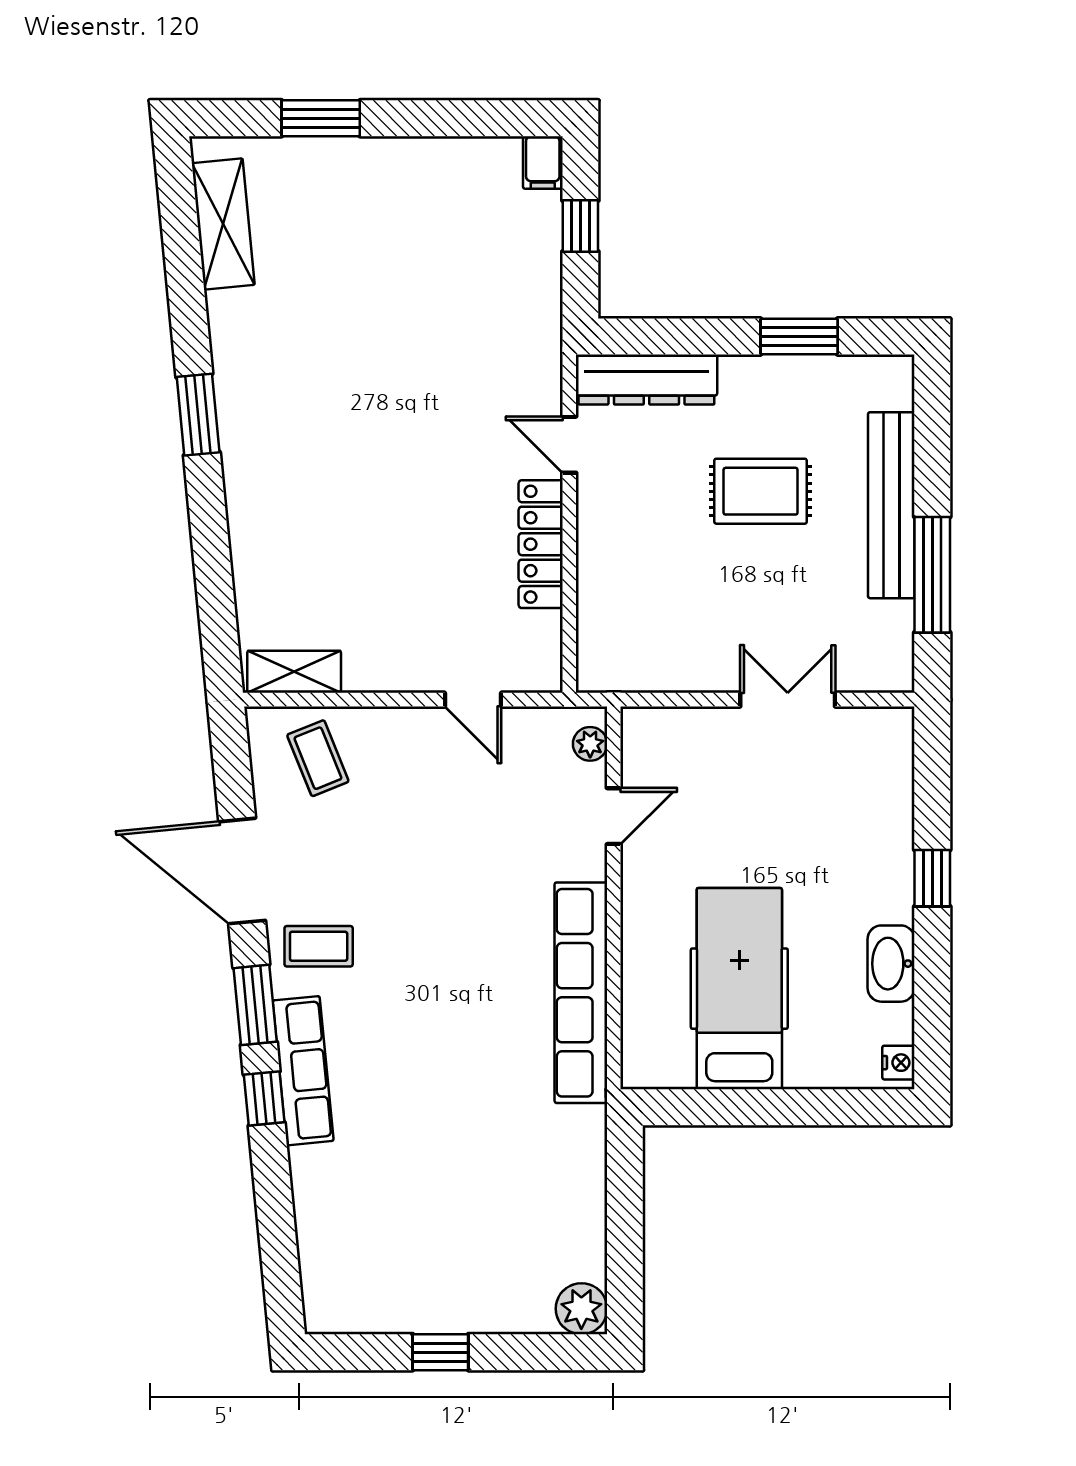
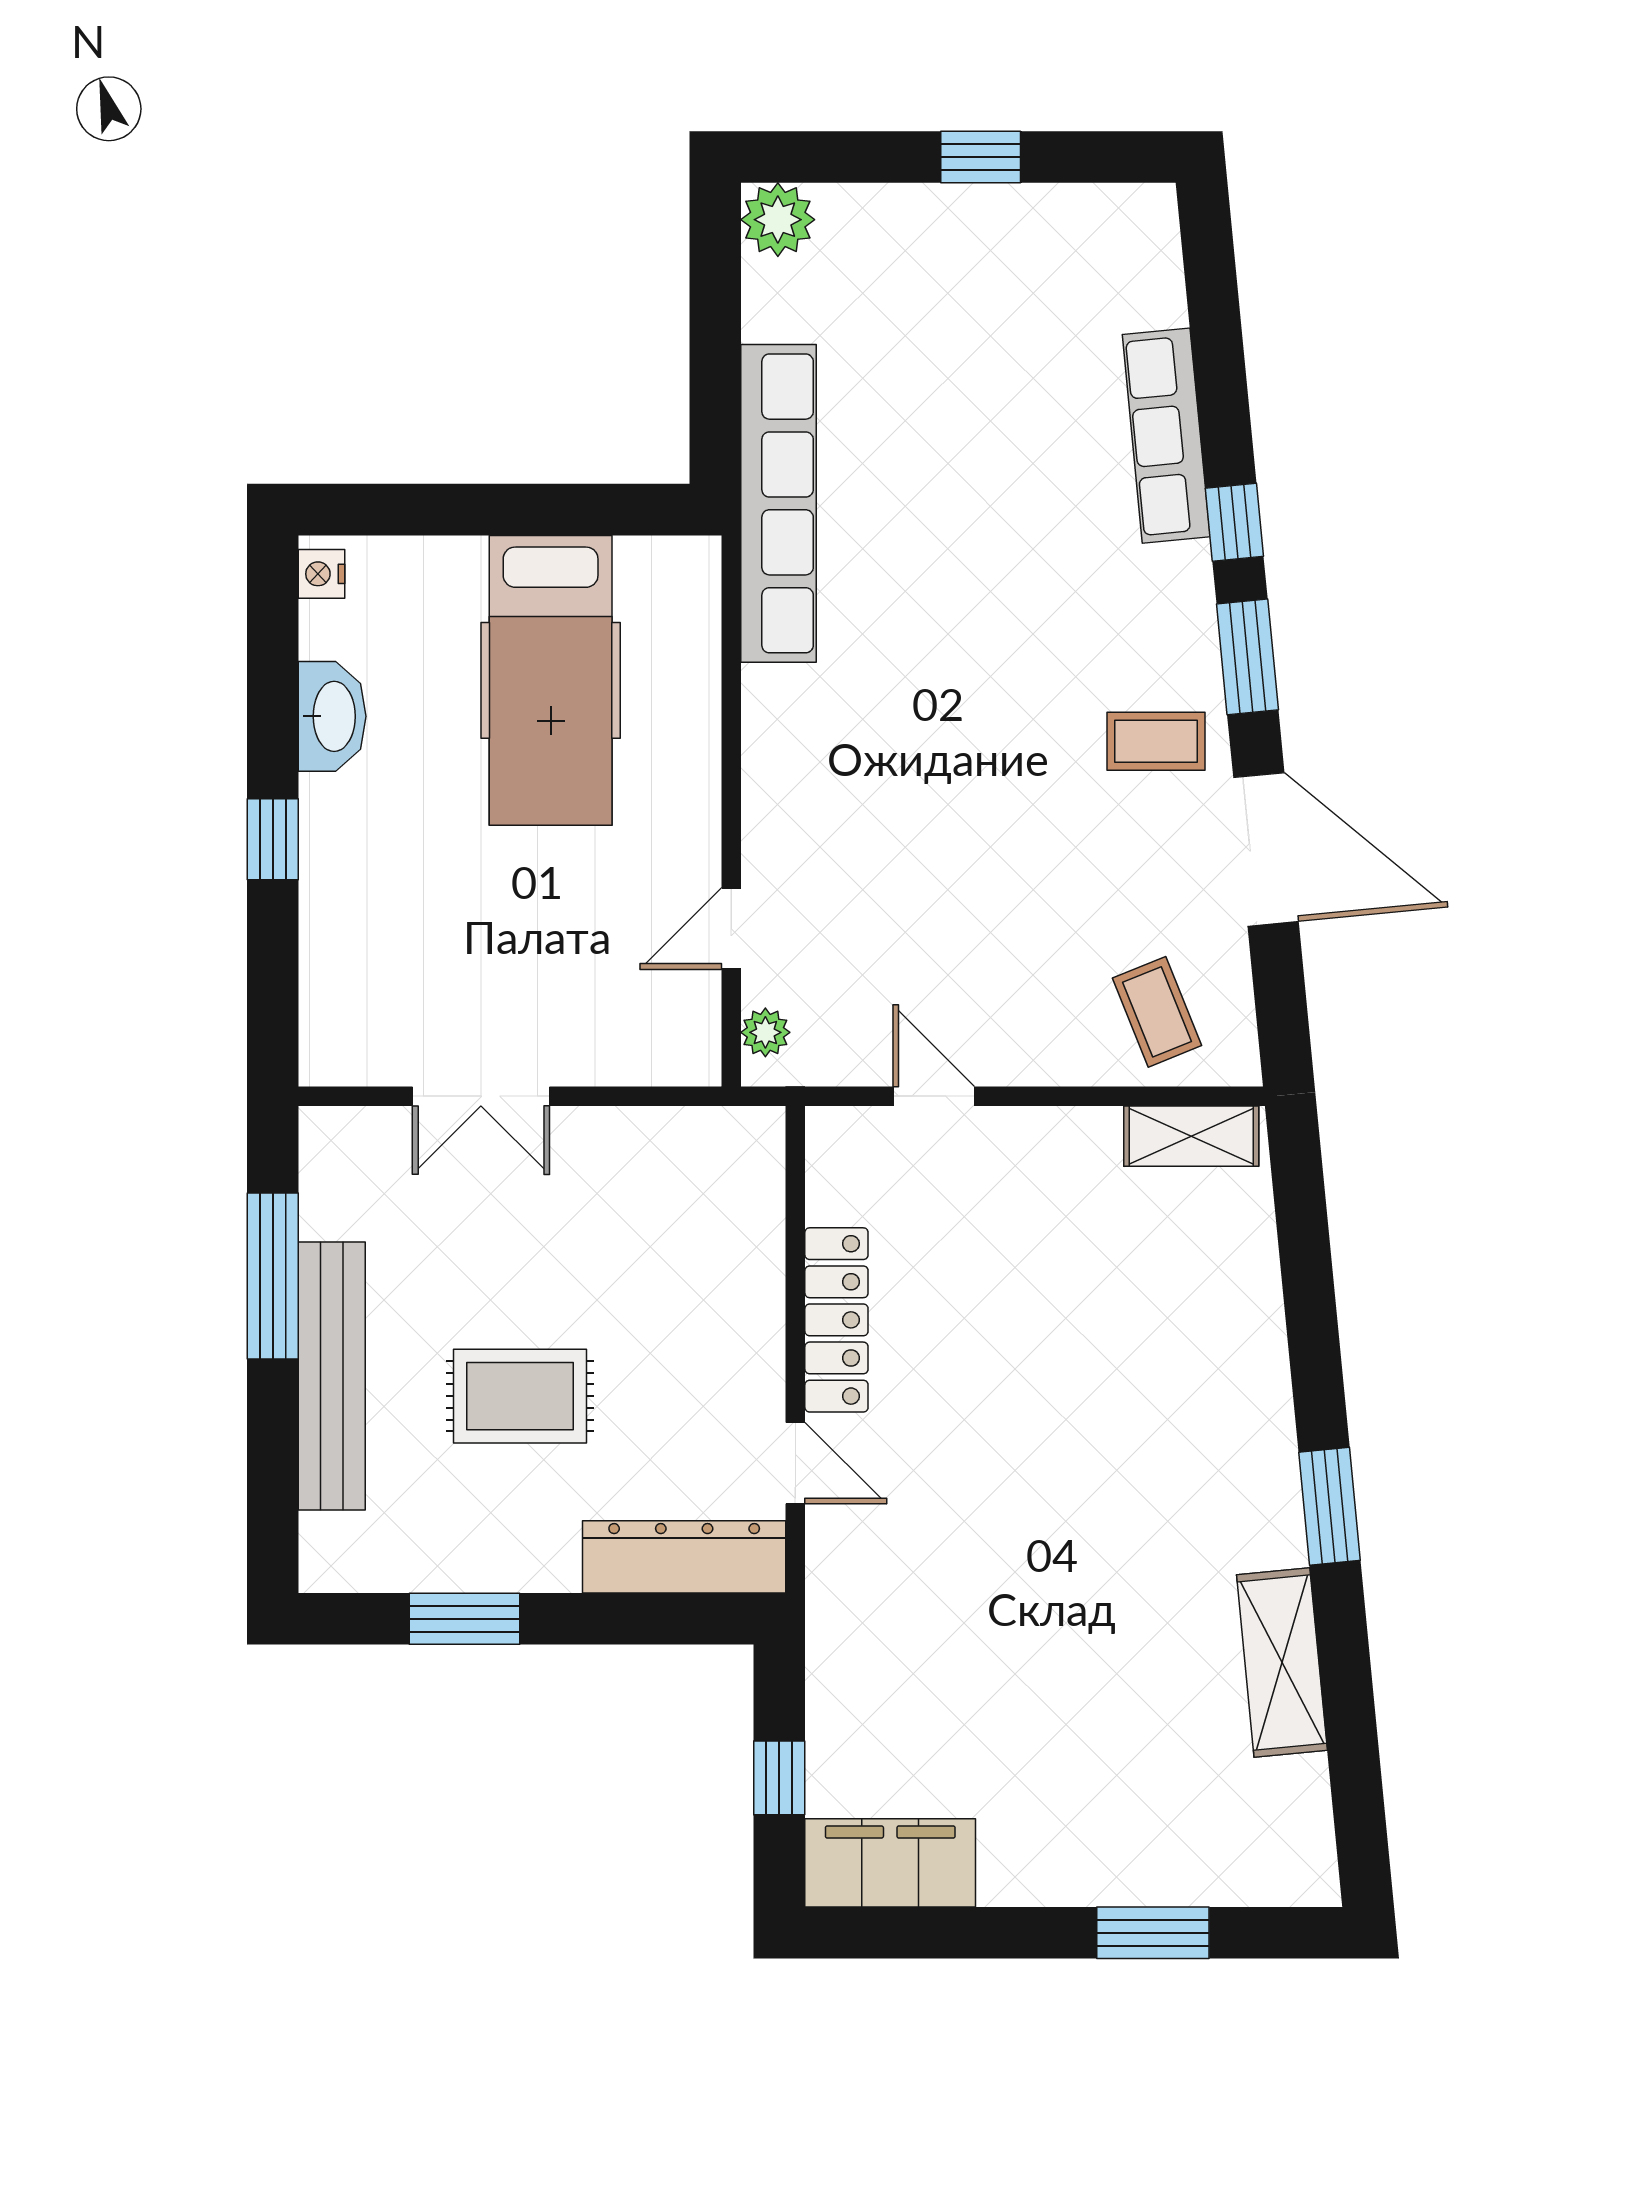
filing cabinet: (543, 162) -> (890, 1863), width x3.00, depth x1.17
shelving: (223, 224) -> (1282, 1663), moved
row of seats: (581, 993) -> (779, 503), moved
row of seats: (303, 1071) -> (1166, 436), moved

